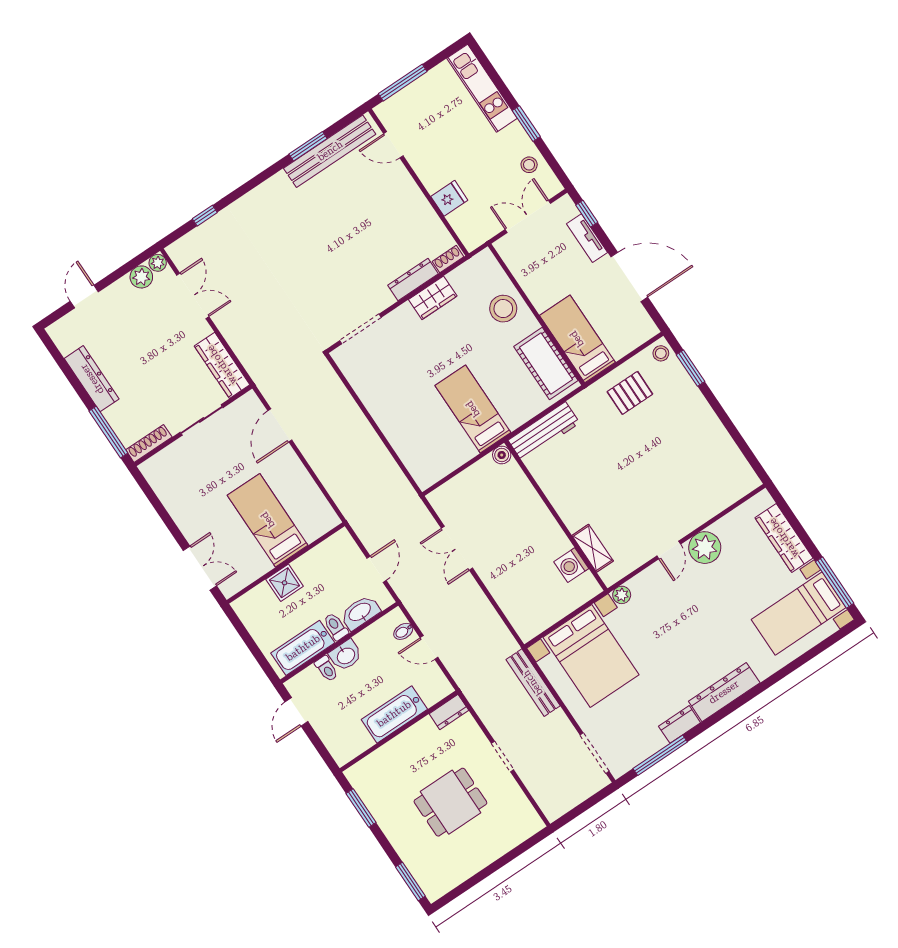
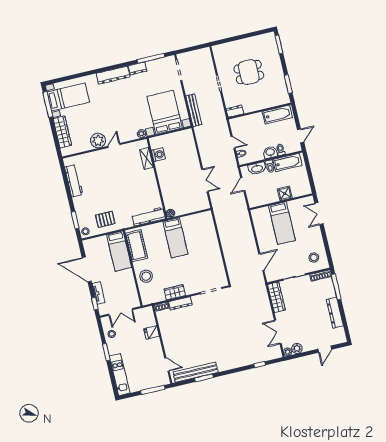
workbench: (723, 447) -> (74, 181), added
stool: (176, 475) -> (314, 258), added
bathtub: (394, 714) -> (277, 115), moved

